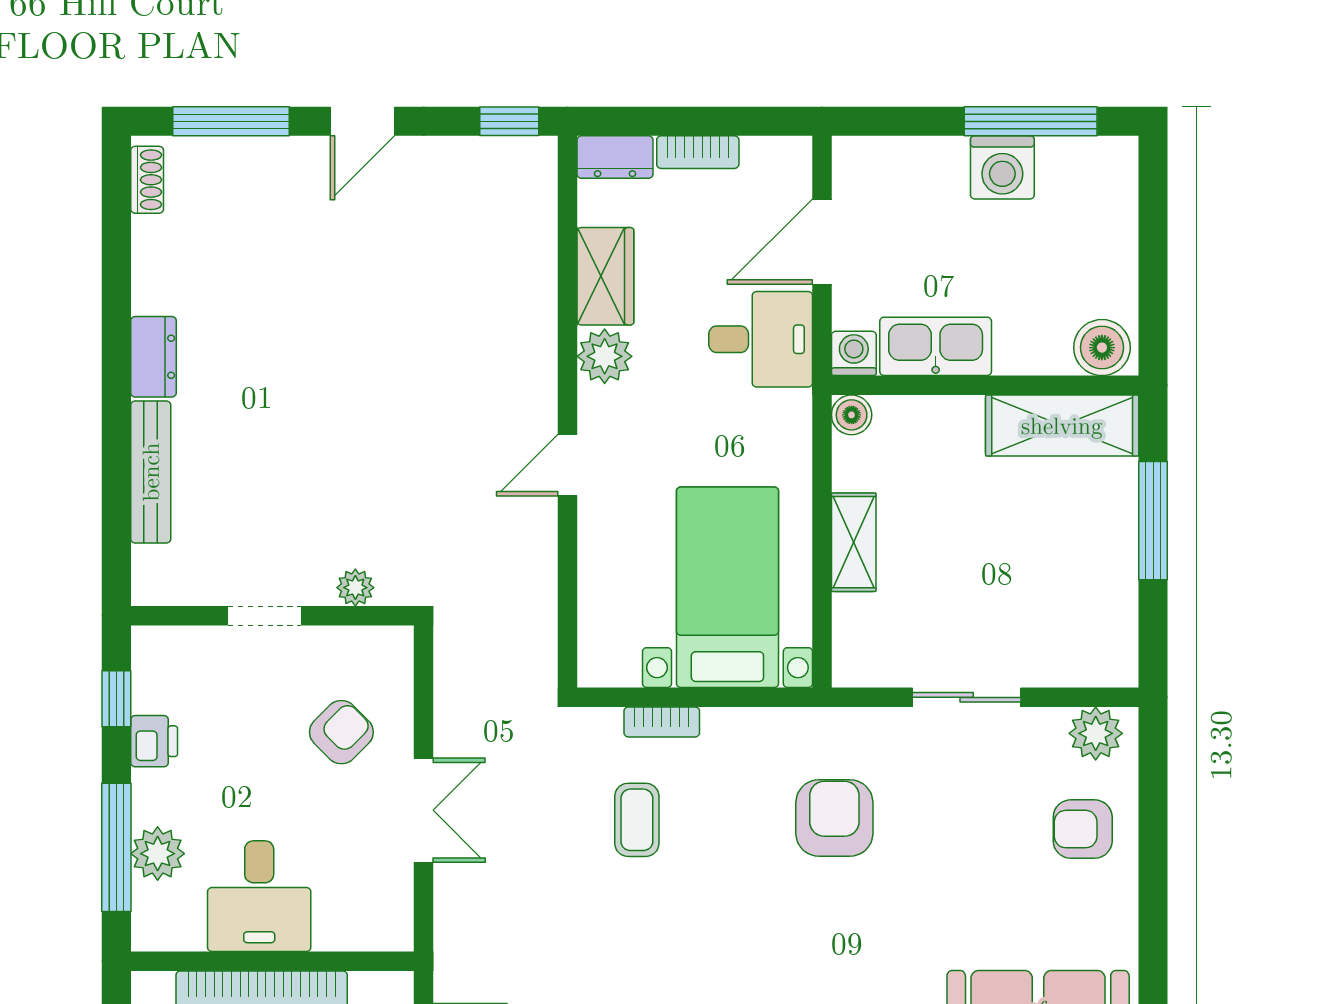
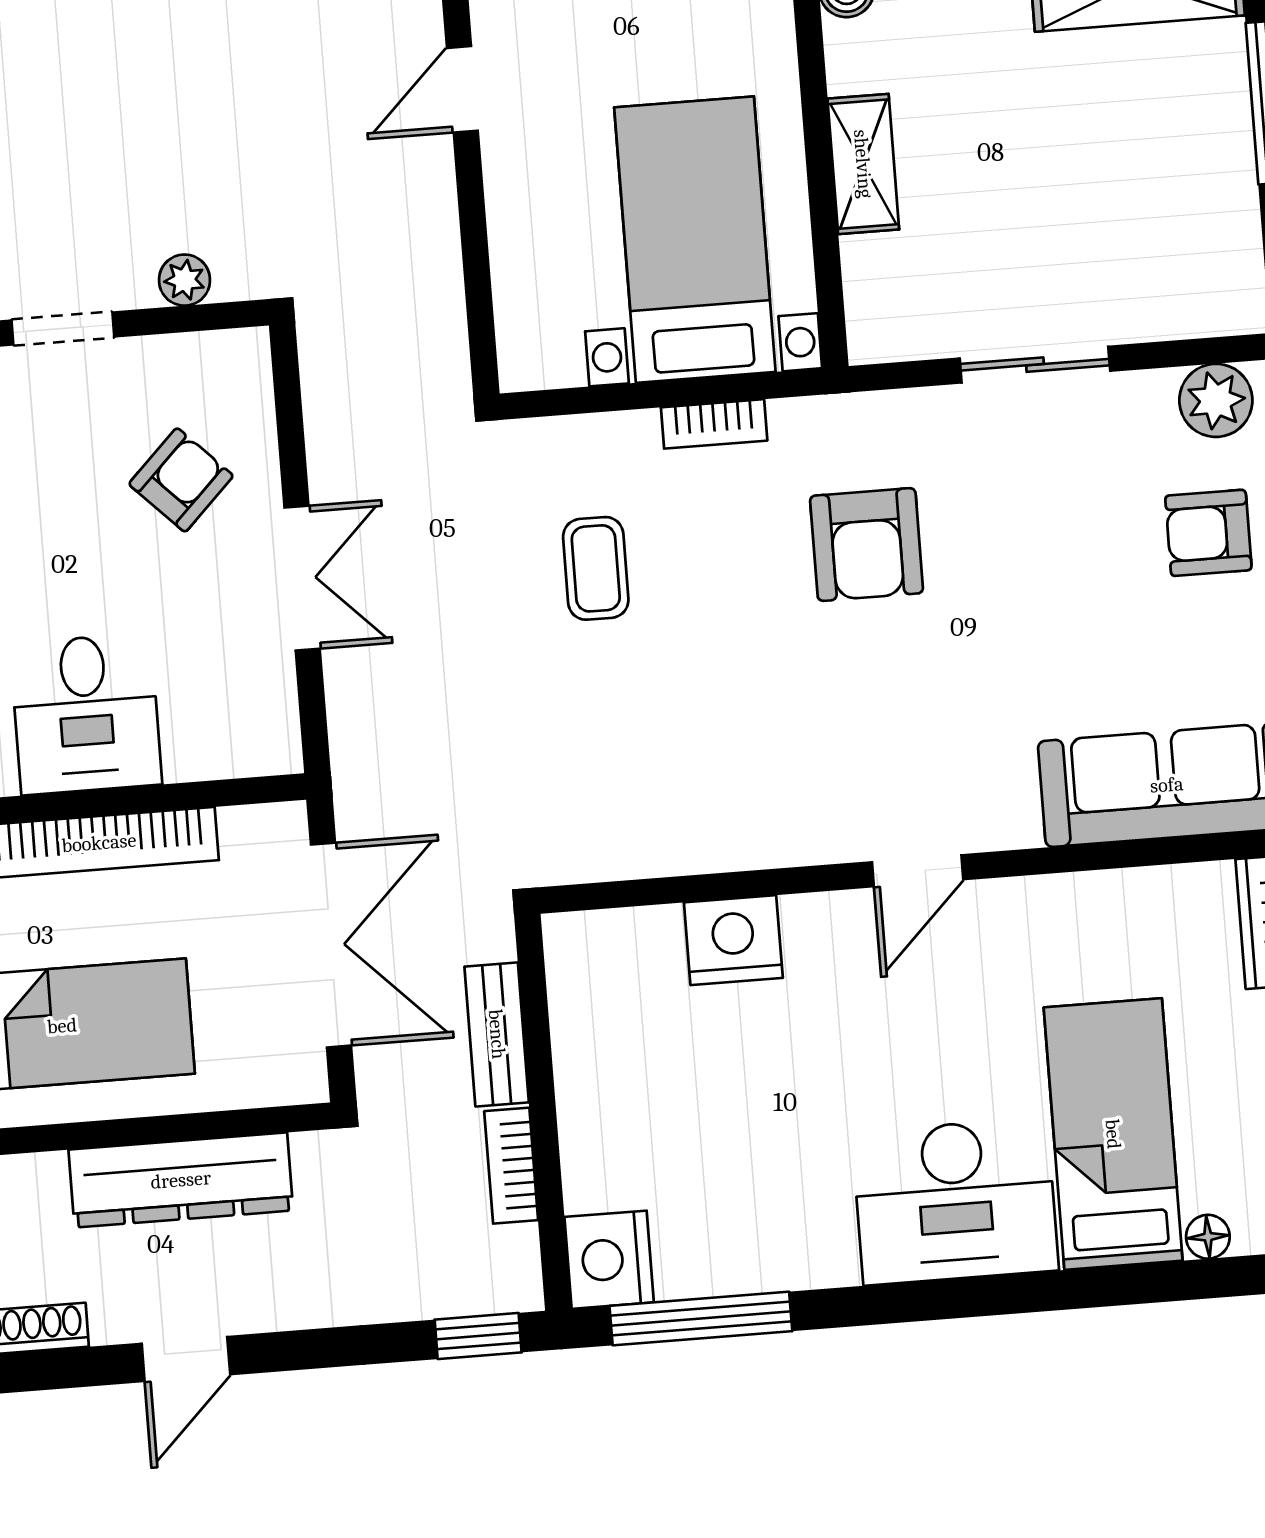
bookcase: (662, 722) -> (714, 424), moved
armchair: (834, 818) -> (867, 544), turned 180

